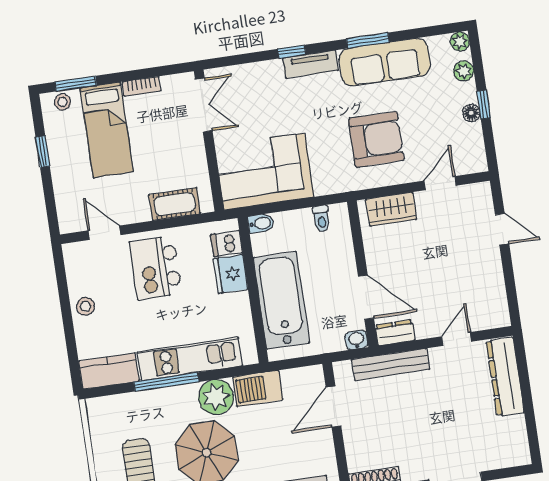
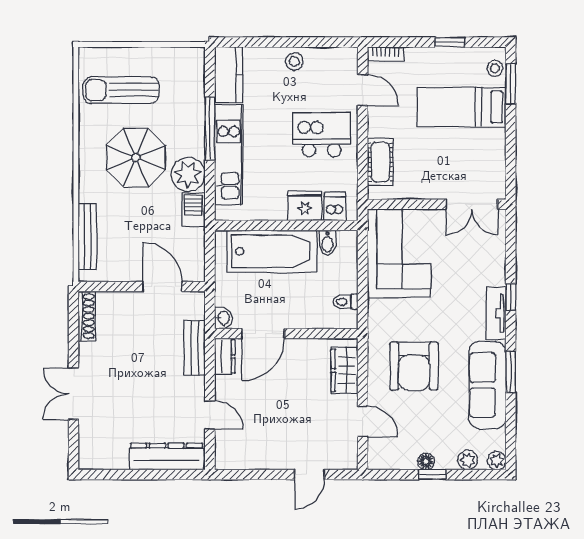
bookcase: (142, 86) -> (385, 54), moved, turned -90
bidet: (261, 223) -> (328, 243), moved
door: (104, 233) -> (363, 90), hinge flipped
bench: (391, 364) -> (195, 348), width x0.73
barbecue: (258, 388) -> (193, 210), width x0.73, depth x0.79

